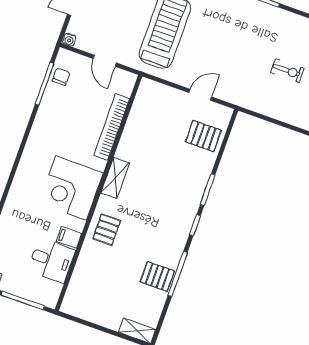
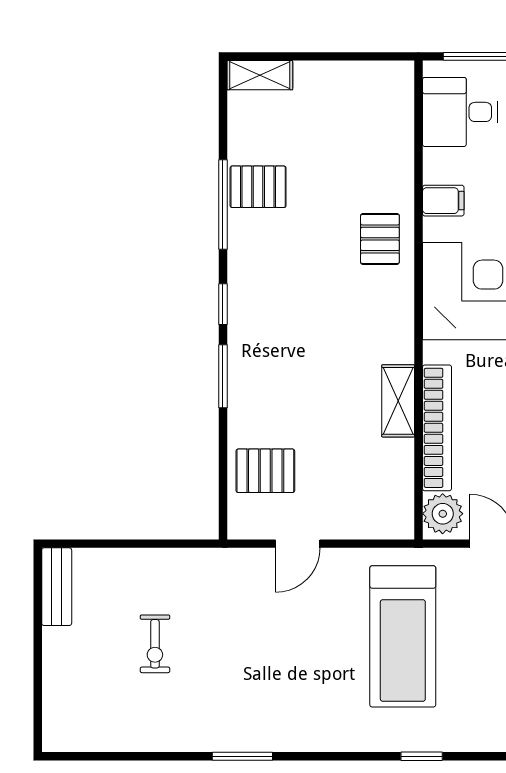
exercise bike: (288, 71) -> (155, 644), turned -90
plant: (124, 84) -> (443, 514), added
shelving: (115, 178) -> (398, 401), moved
desk: (52, 260) -> (460, 112), moved

